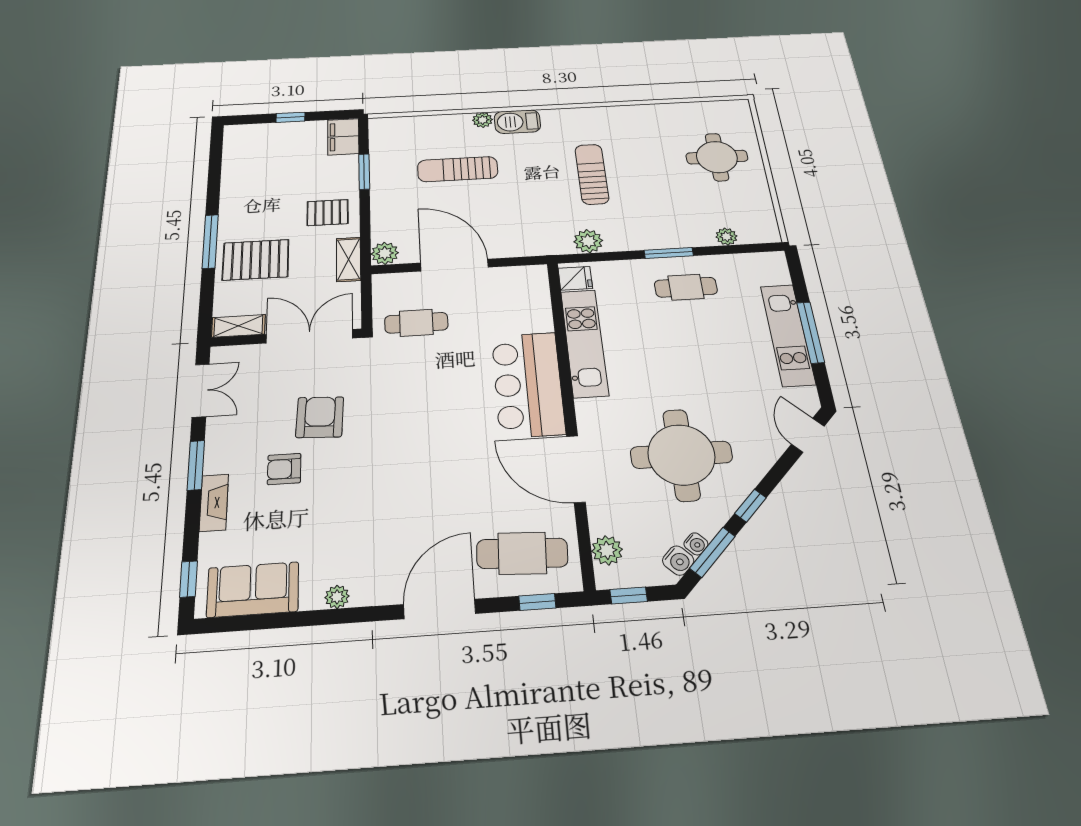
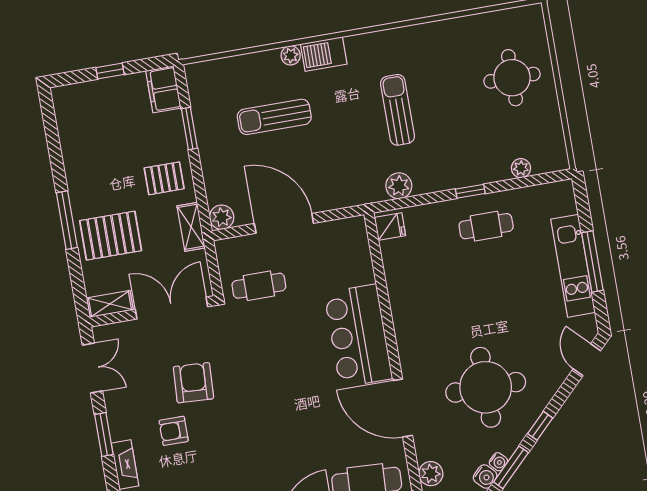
window: (669, 253) -> (470, 191), width x0.67
kitchen unit: (584, 343) -> (402, 291), removed

